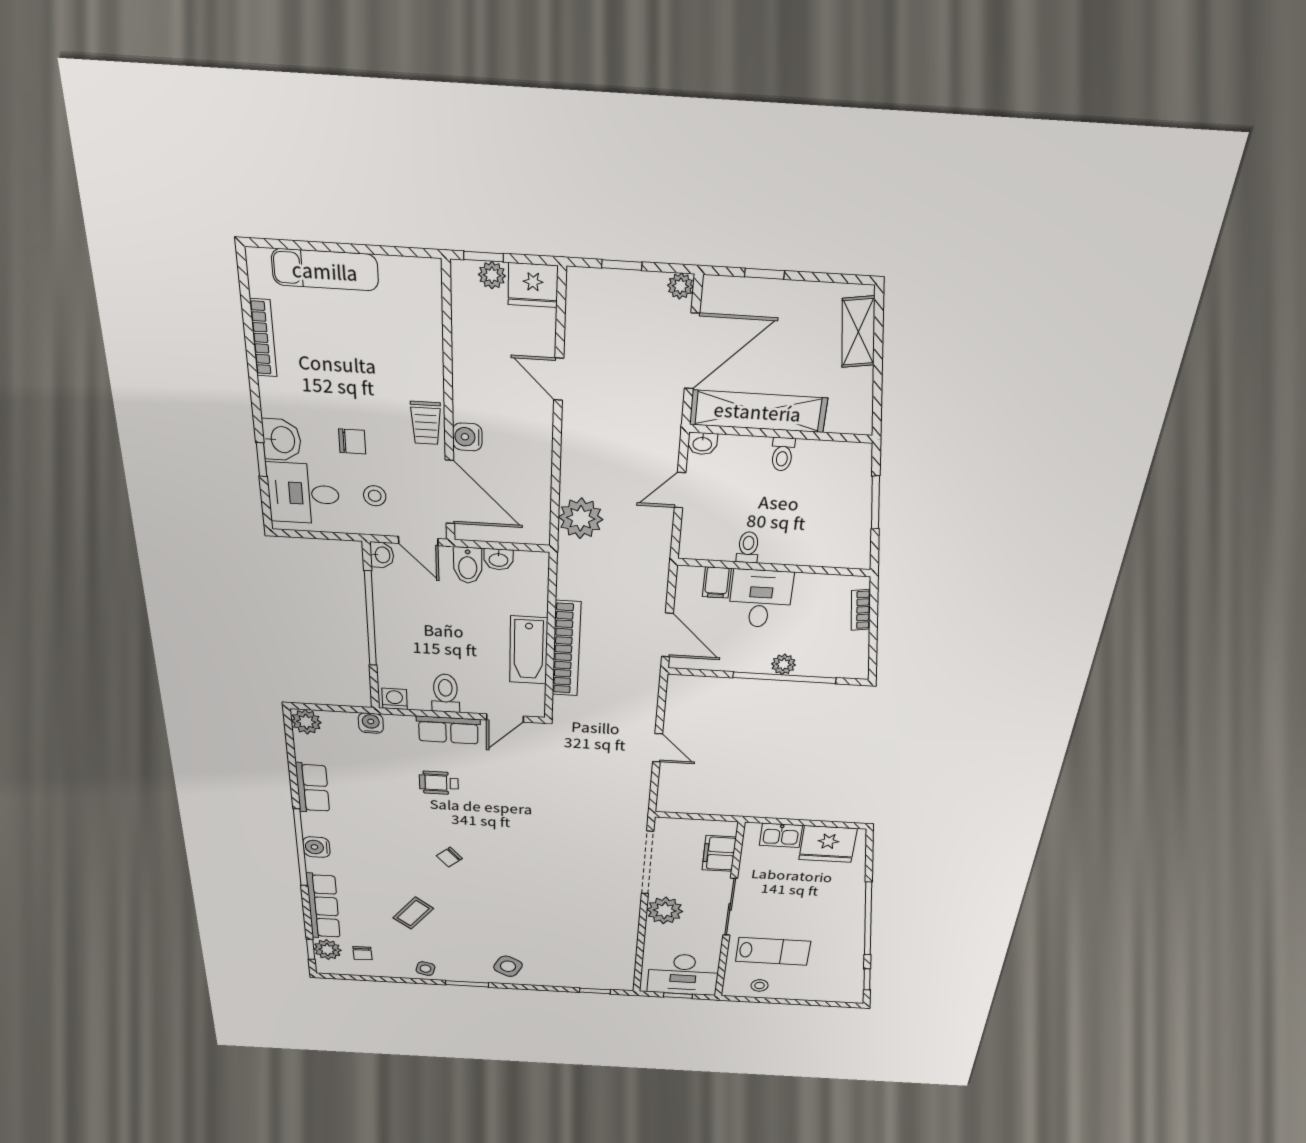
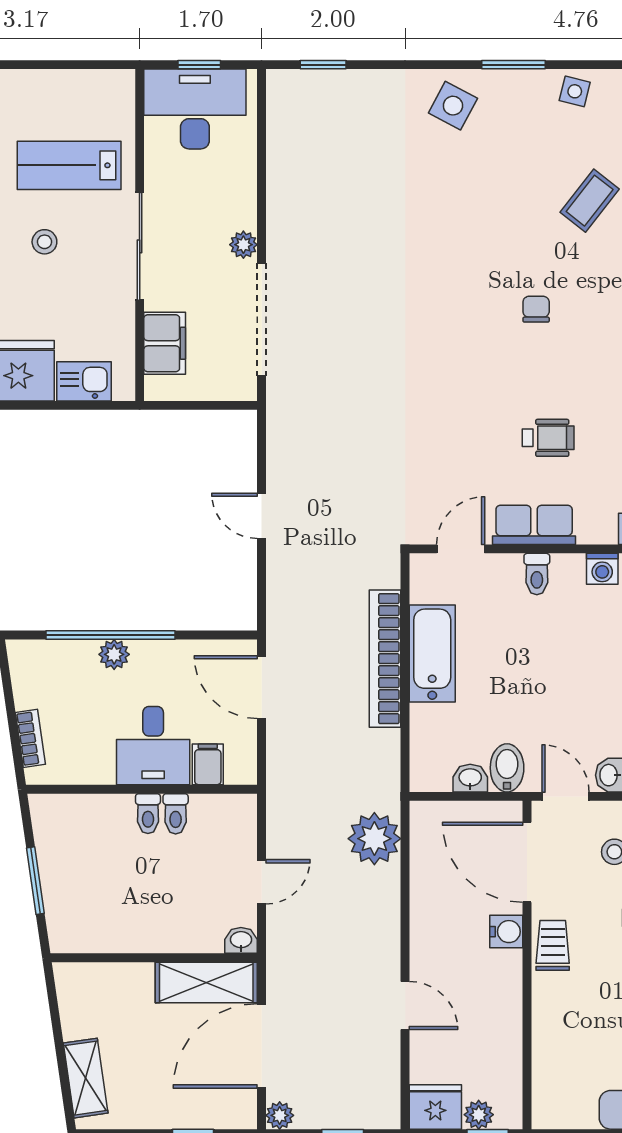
shelving: (758, 411) -> (206, 982), width x0.68
toilet: (782, 454) -> (148, 814), moved, turned 180
toilet: (445, 693) -> (537, 574), width x0.73, depth x0.72
chair: (449, 857) -> (536, 309), turned -49
plant: (665, 910) -> (243, 245), width x0.53, depth x0.53
stool: (760, 985) -> (44, 242), moved

